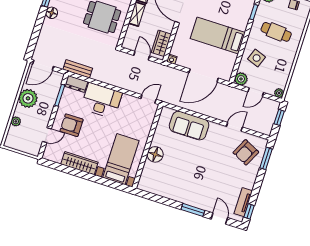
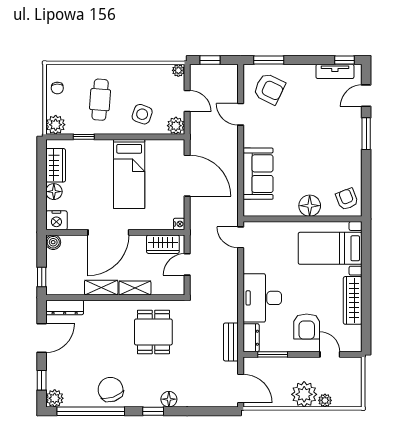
plant: (28, 98) -> (304, 394), moved
armchair: (151, 182) -> (347, 199), added

